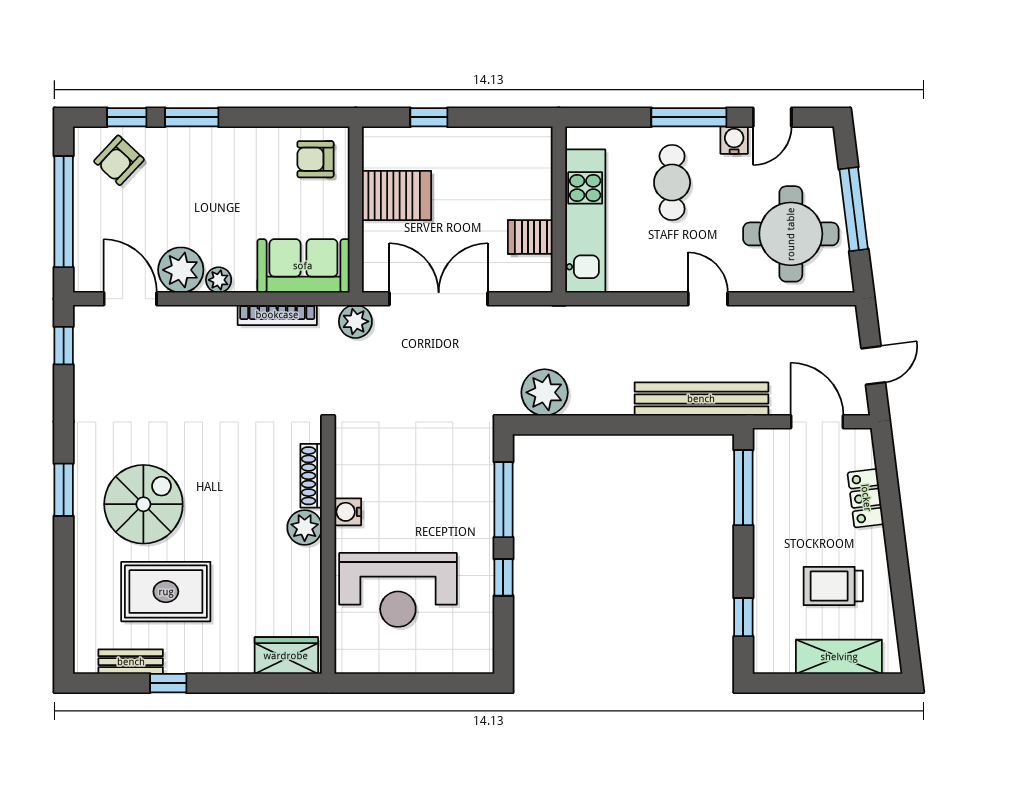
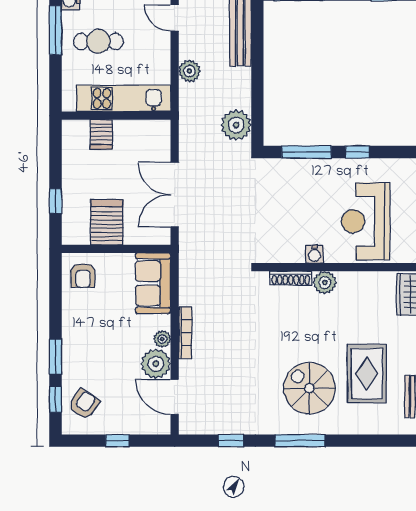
armchair: (119, 160) -> (84, 404), turned -99
window: (64, 212) -> (117, 441), width x0.32
server rack: (530, 237) -> (101, 134), moved
door: (130, 299) -> (175, 397), hinge flipped
door: (708, 299) -> (175, 18), hinge flipped
bookcase: (277, 315) -> (185, 333), moved
plant: (355, 321) -> (190, 71), moved
window: (64, 346) -> (231, 441), moved
window: (64, 490) -> (300, 441), width x1.44
reception desk: (398, 590) -> (366, 221), turned 180

